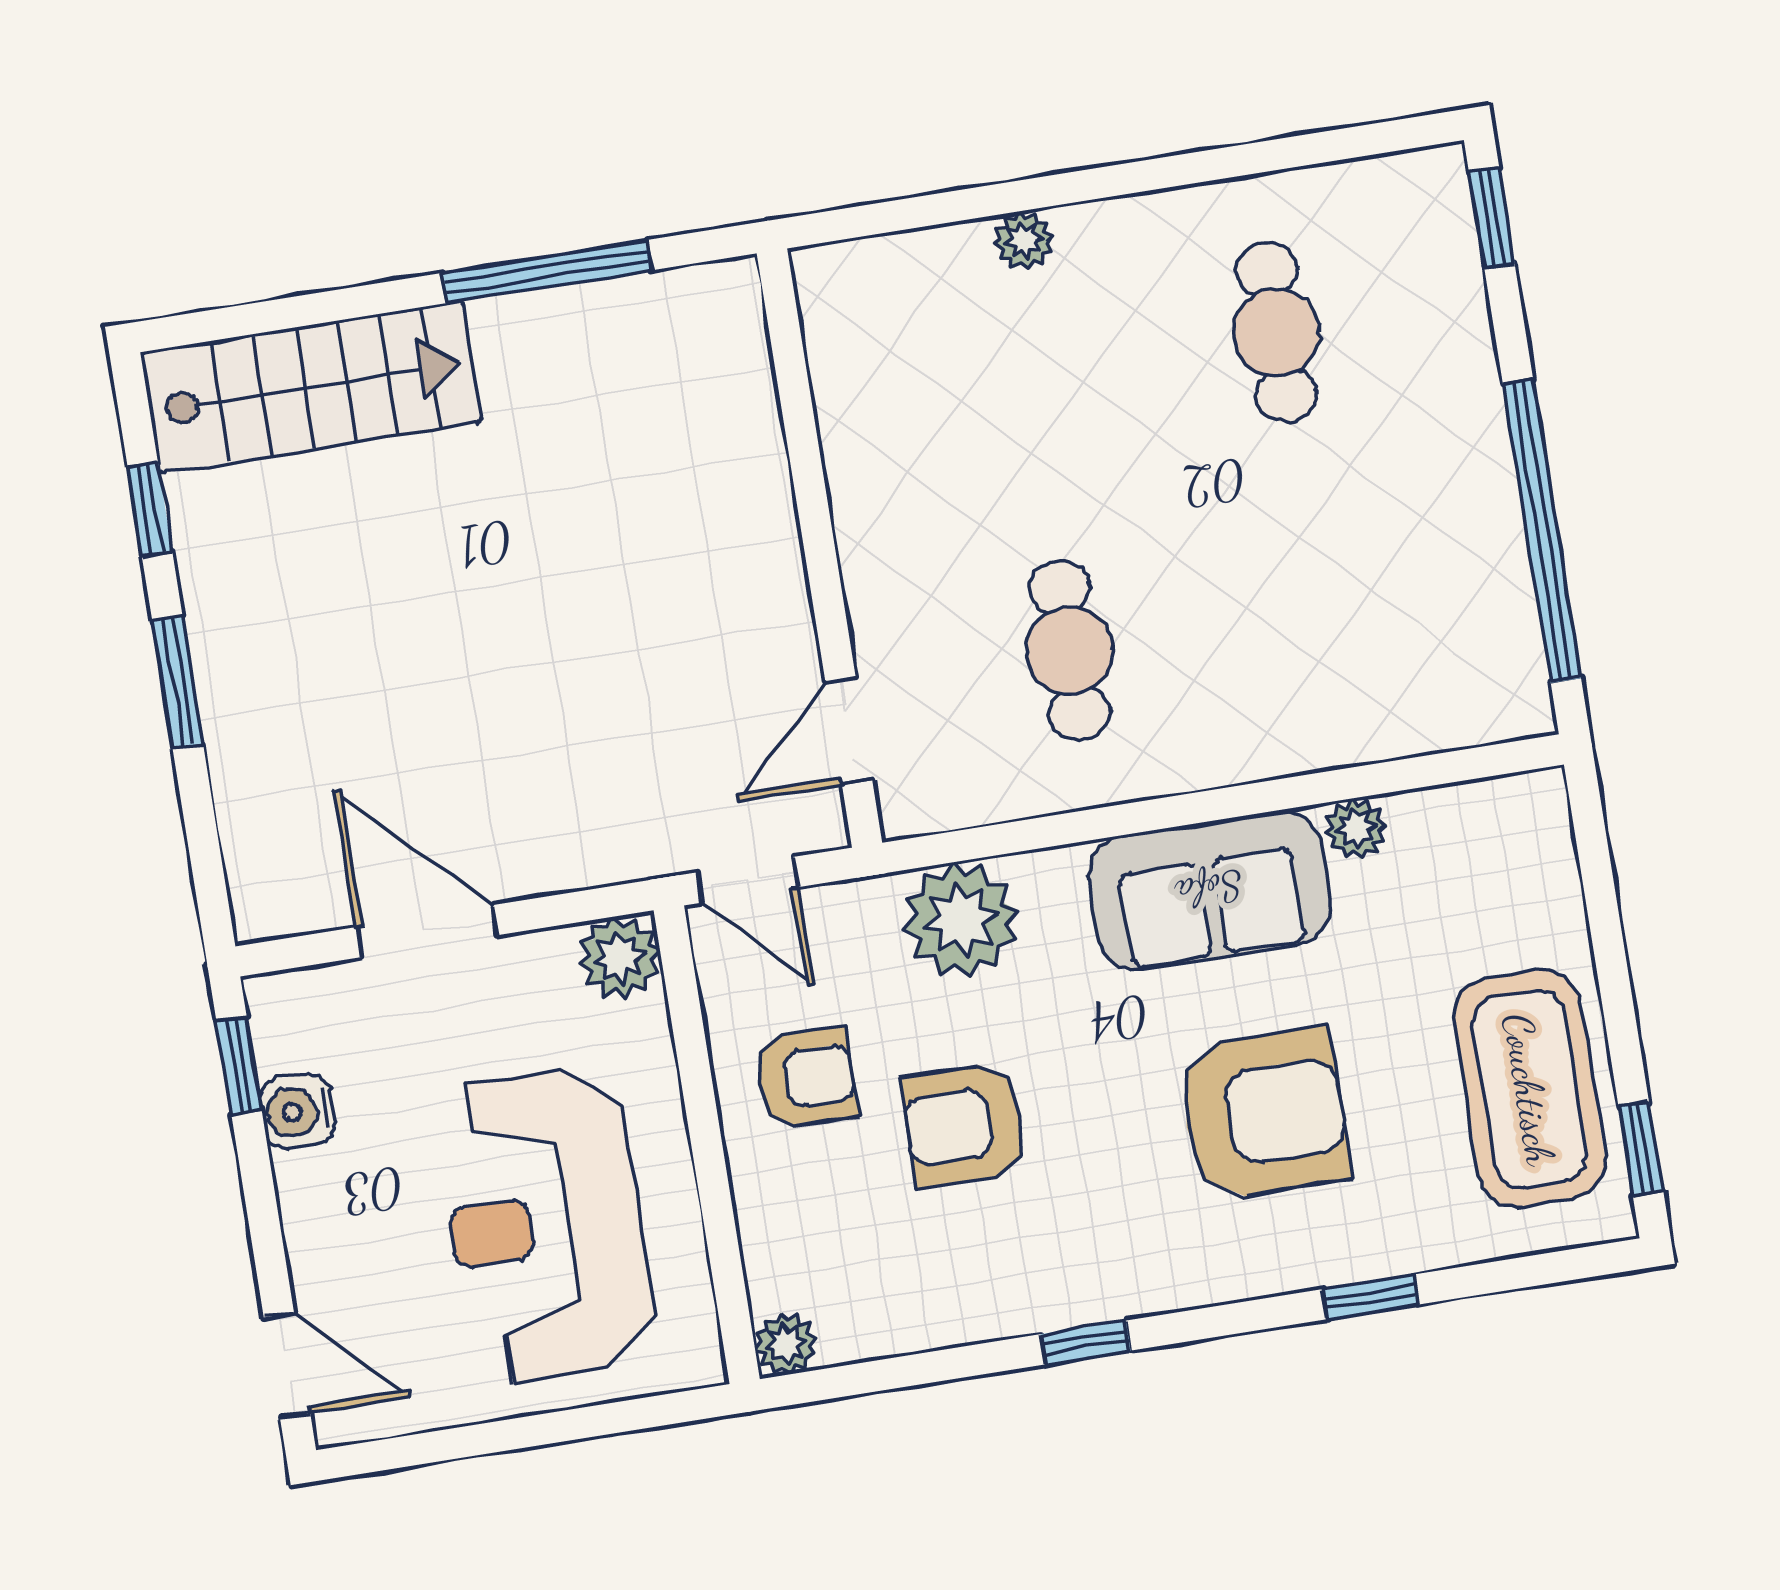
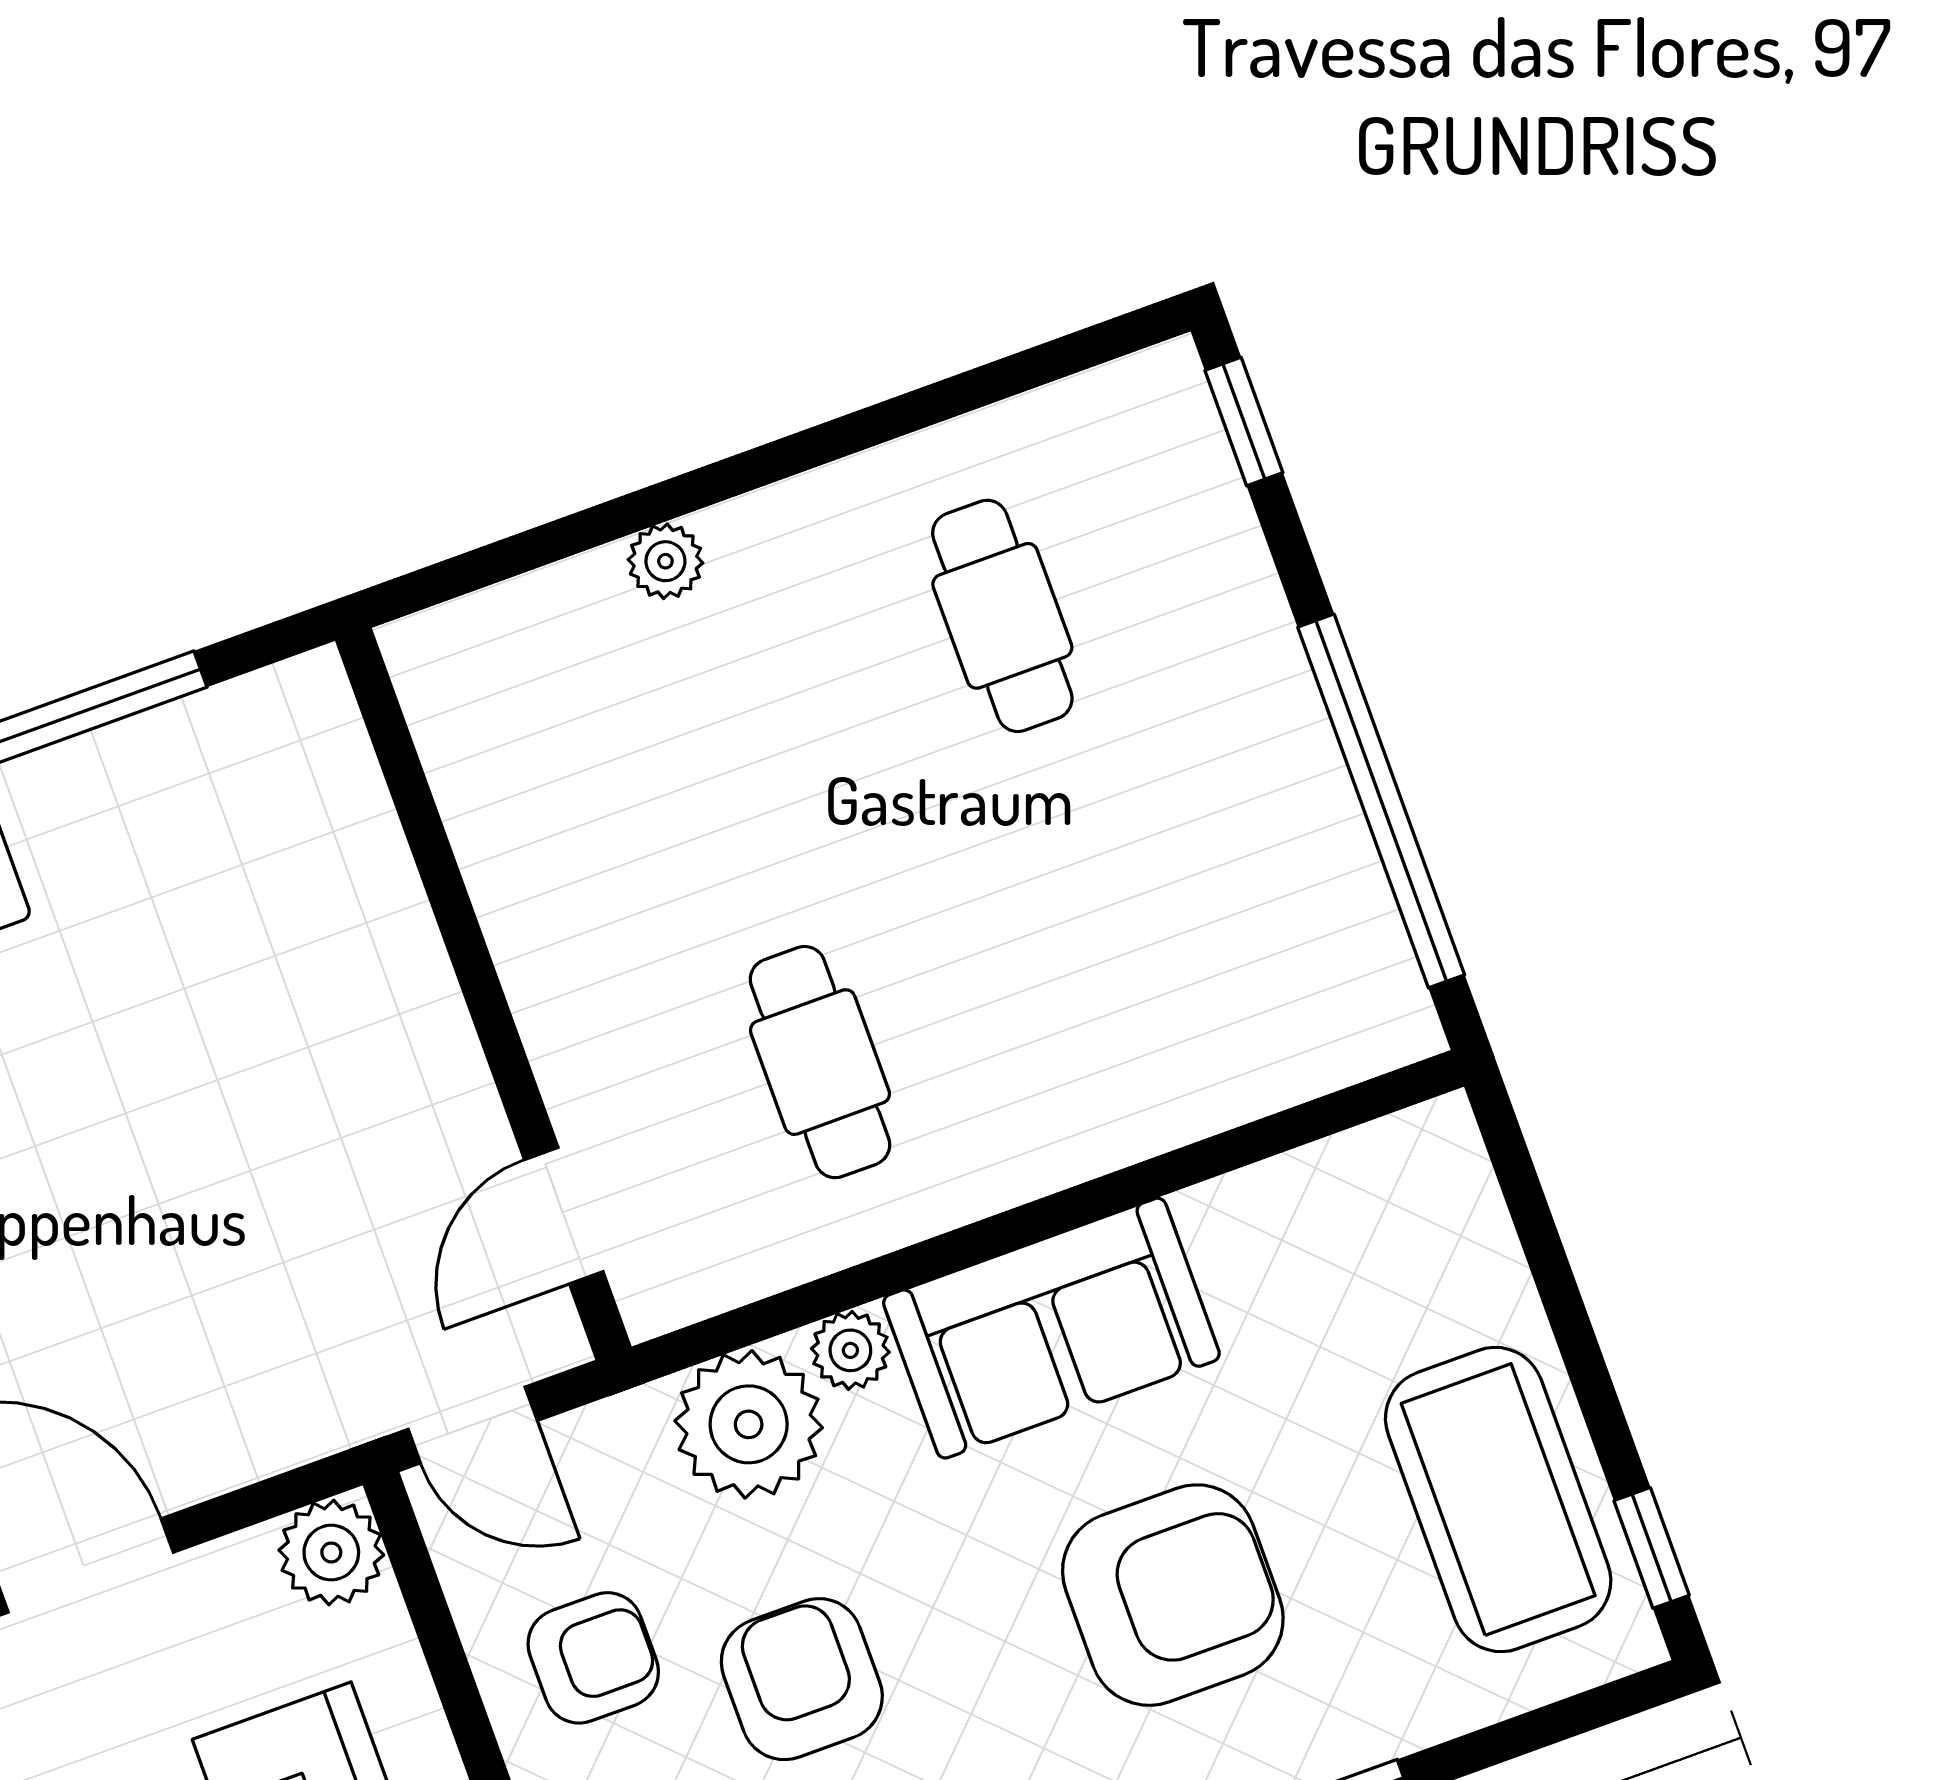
plant: (1356, 829) -> (850, 1350), moved
armchair: (965, 1125) -> (802, 1679), turned 90

